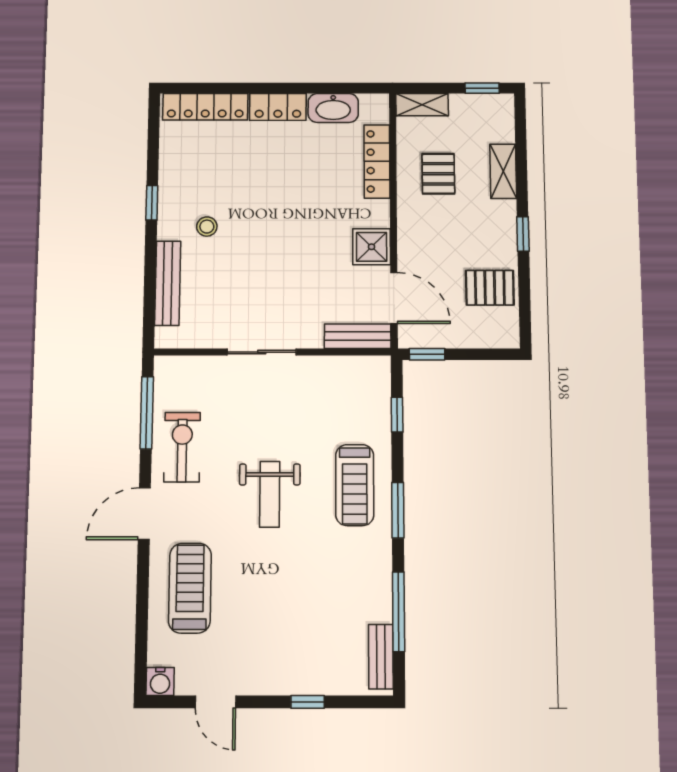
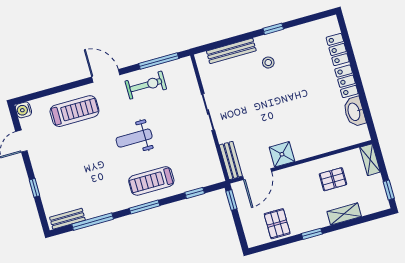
locker: (205, 107) -> (338, 50), width x0.66
locker: (377, 161) -> (331, 144), removed

